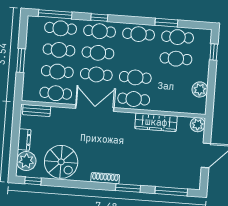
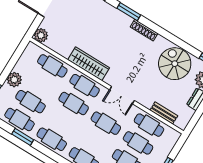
cafe table: (98, 53) -> (52, 66), moved
plant: (200, 89) -> (14, 80), moved
double door: (95, 108) -> (122, 95), width x0.73
bench: (37, 110) -> (164, 113), moved
wardrobe: (156, 122) -> (89, 64), moved

